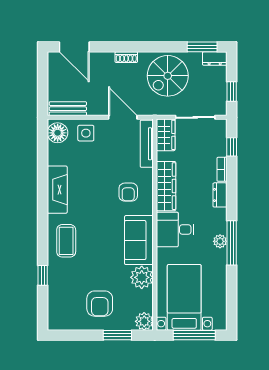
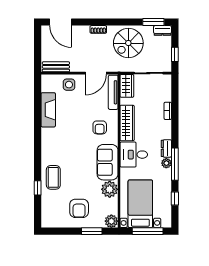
door: (123, 117) -> (96, 73), swing flipped
floor lamp: (58, 133) -> (48, 84), removed
window: (232, 147) -> (175, 199), moved
fireplace: (57, 190) -> (48, 110), moved
dresser: (220, 195) -> (166, 148), moved
coffee table: (66, 241) -> (53, 177), moved

